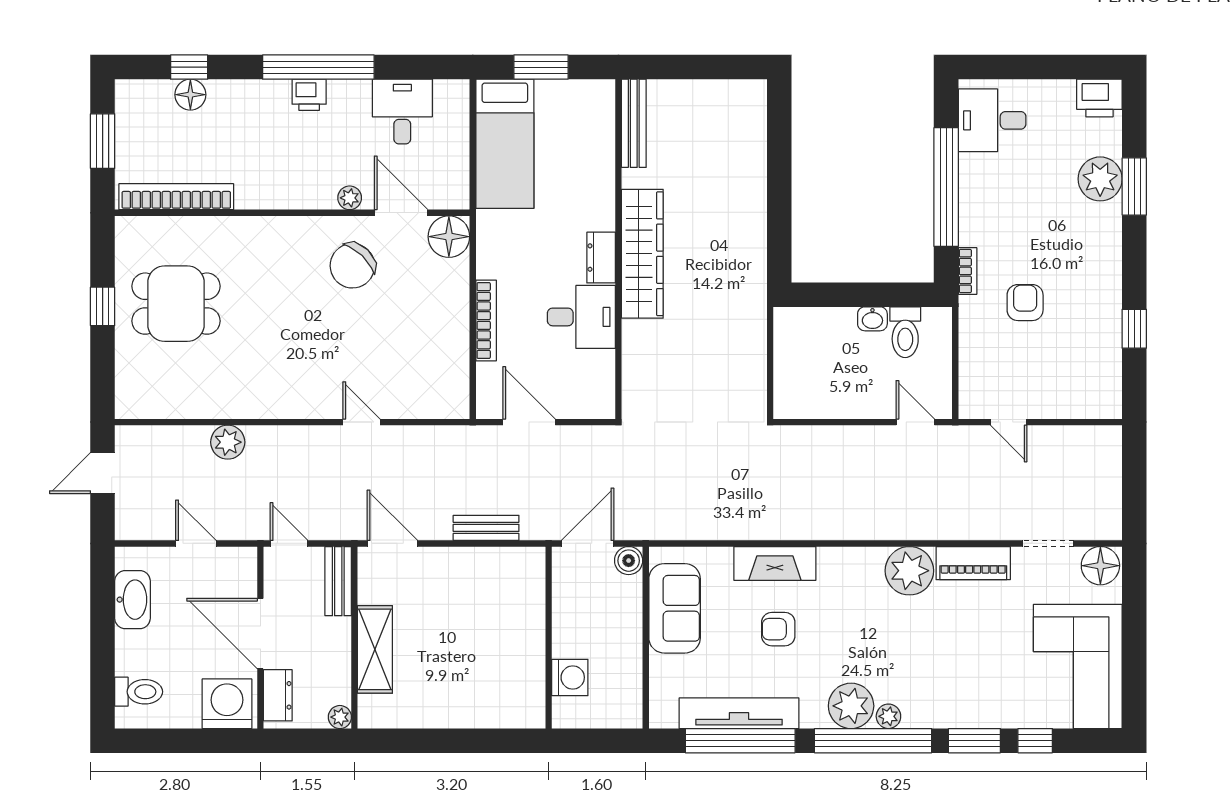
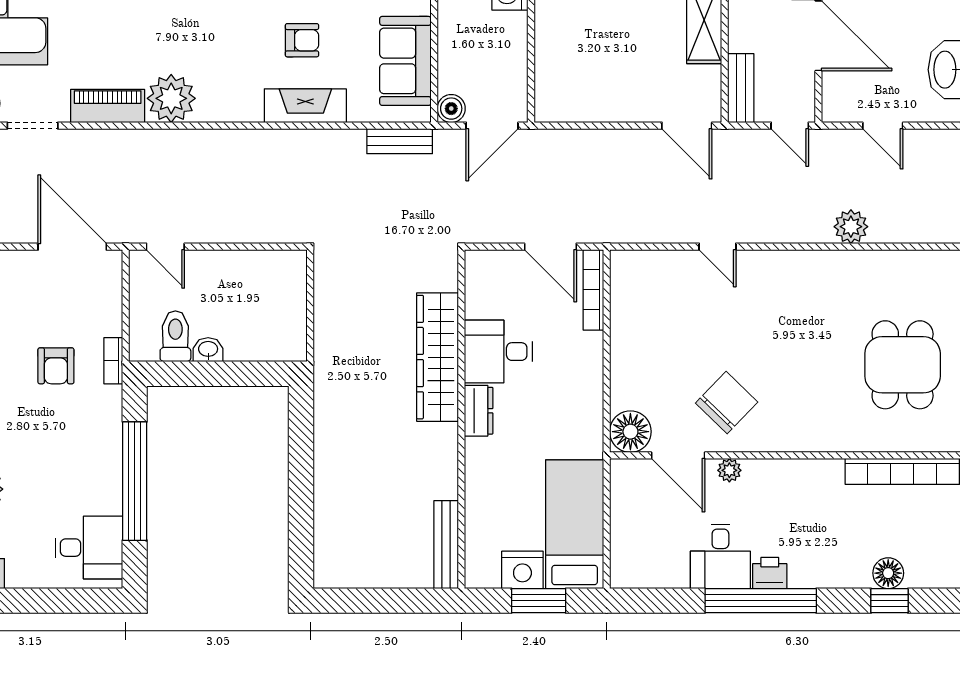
nightstand: (557, 98) -> (522, 570), added
desk: (402, 112) -> (720, 556), moved
wardrobe: (642, 254) -> (438, 357), moved
bookcase: (968, 271) -> (113, 361), moved
dining table: (176, 304) -> (903, 365), turned 90
bookcase: (486, 321) -> (593, 290), moved
door: (1009, 422) -> (72, 247), width x1.88
bench: (486, 528) -> (400, 141), moved

